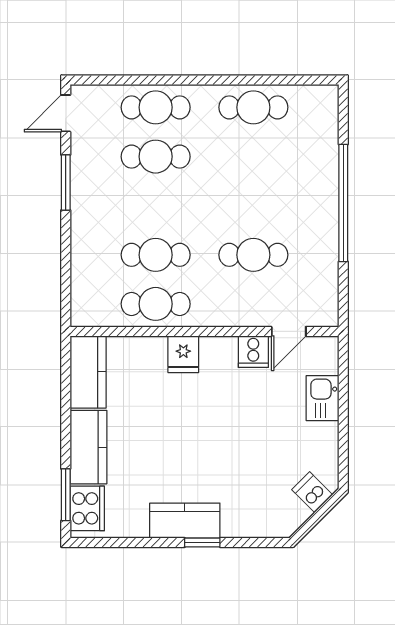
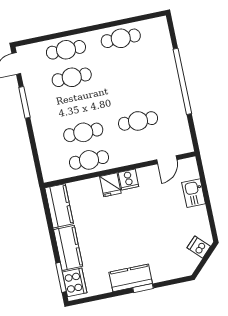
cooker: (253, 352) -> (128, 180), moved

